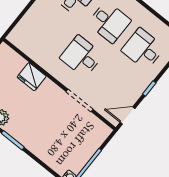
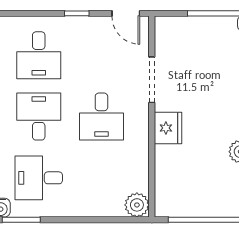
plant: (17, 37) -> (137, 205), added
fridge: (32, 77) -> (168, 128), moved

